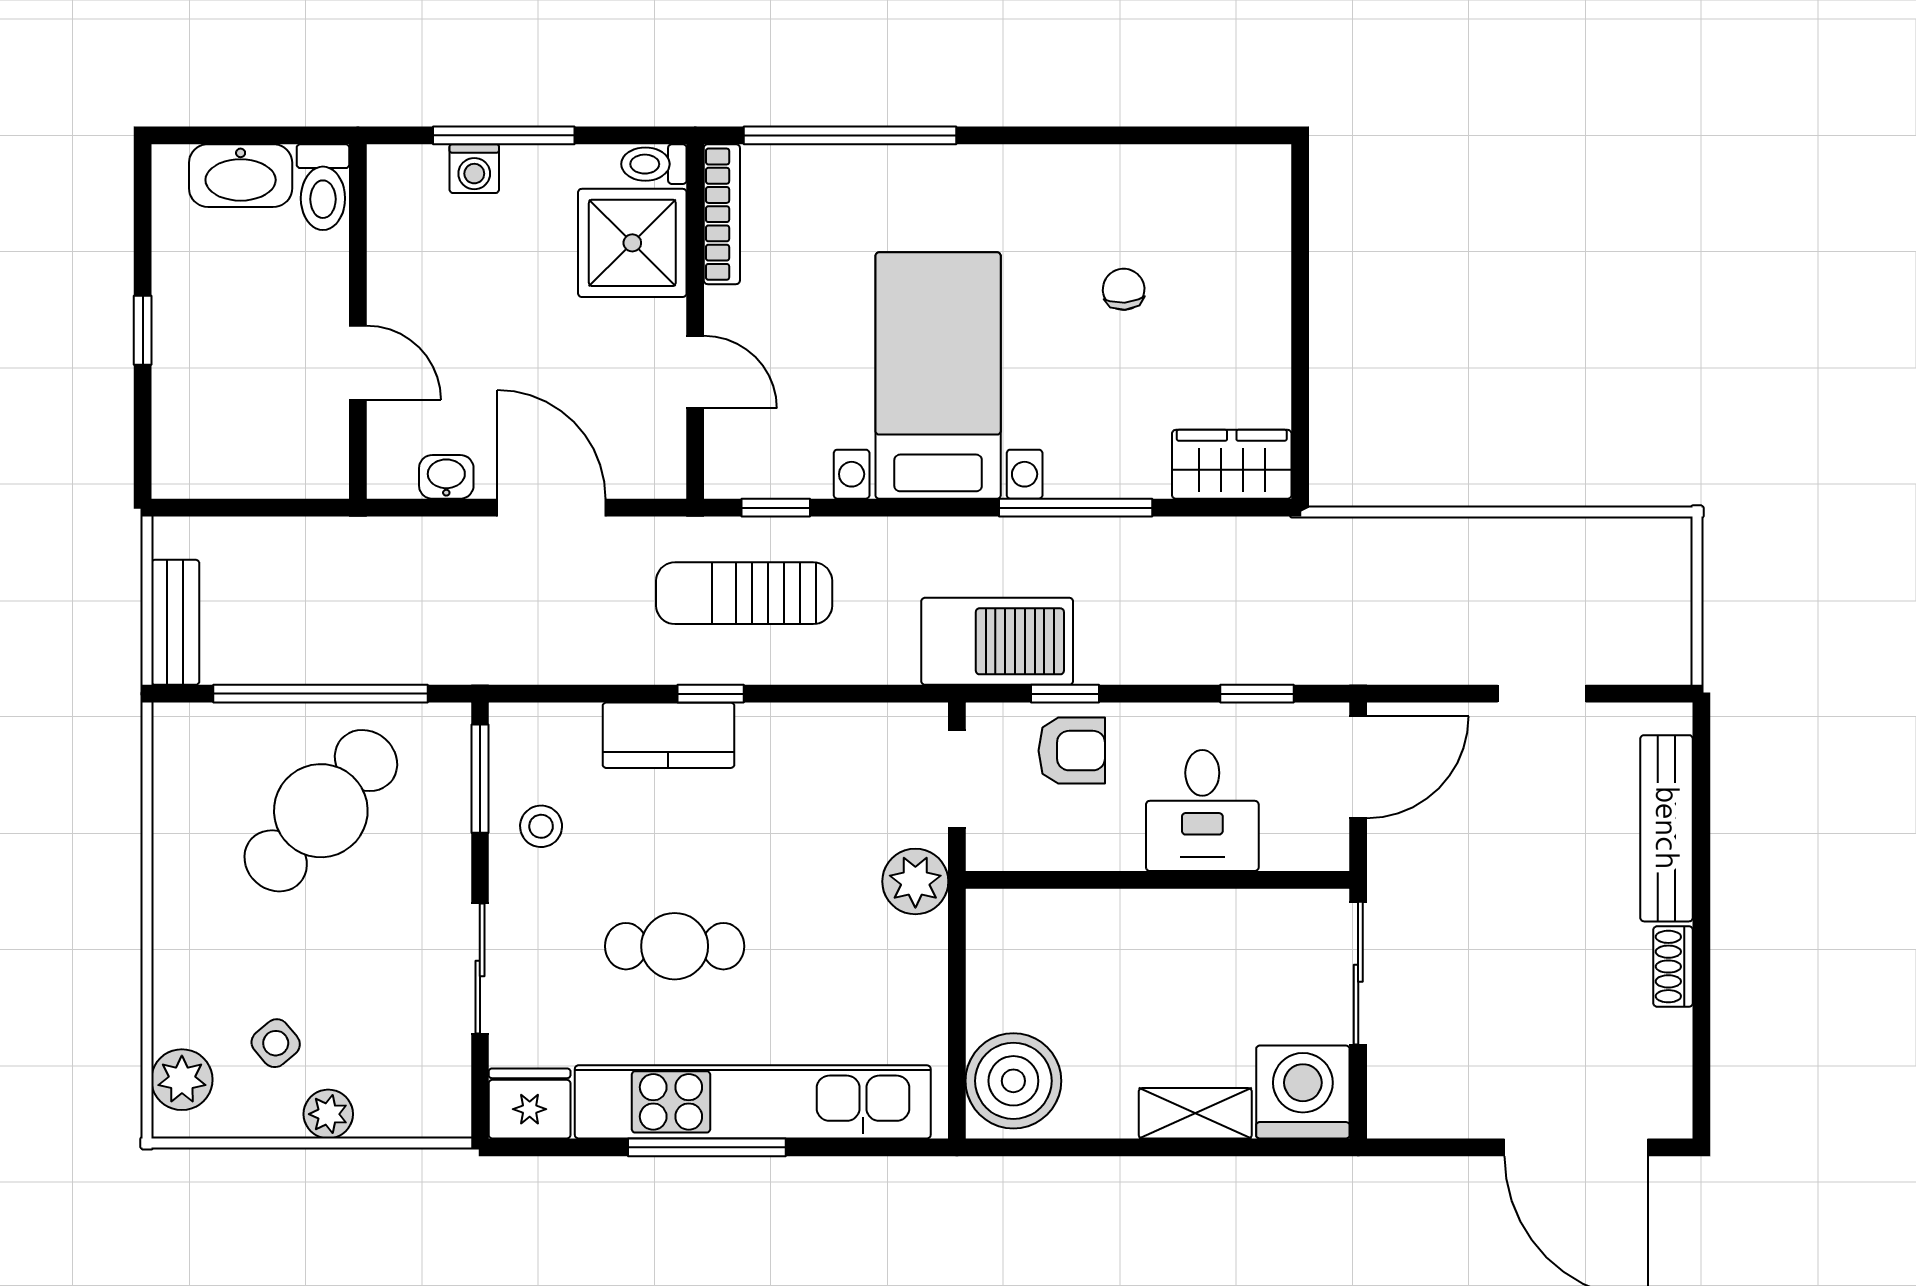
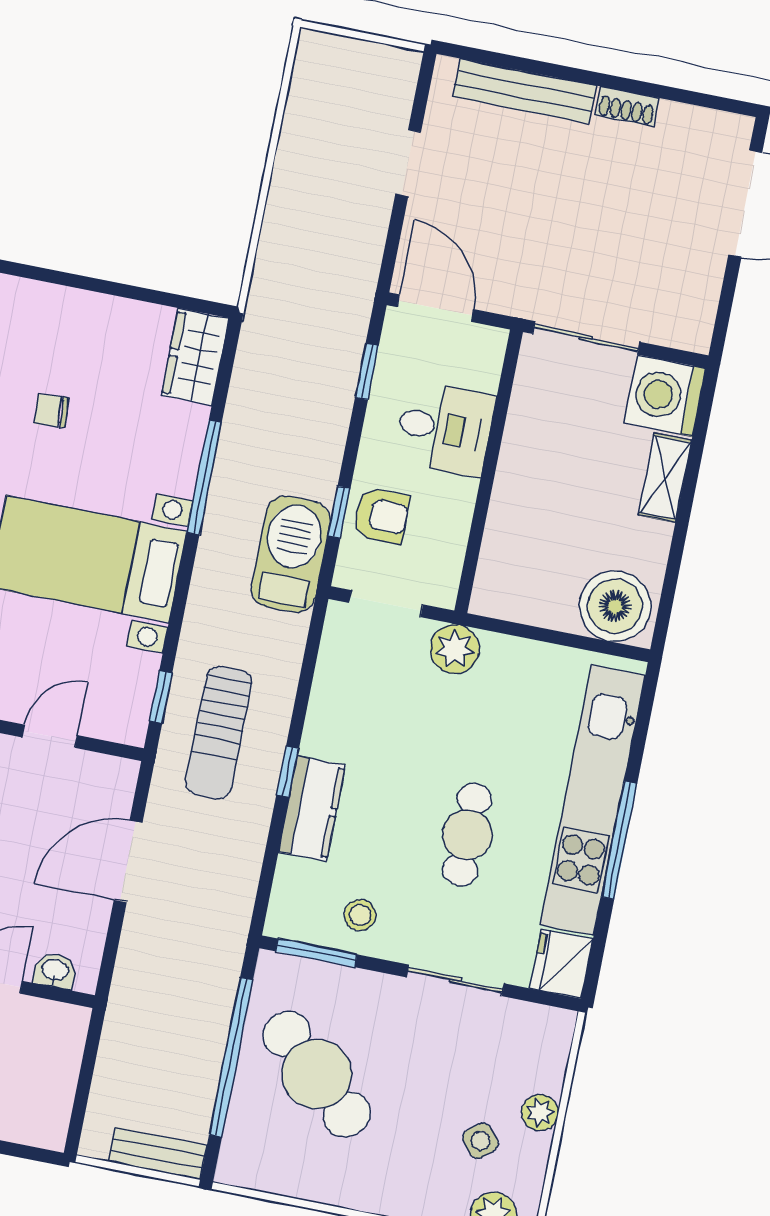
washbasin: (446, 477) -> (55, 971), moved, turned 90
armchair: (1072, 751) -> (382, 515), turned 90

